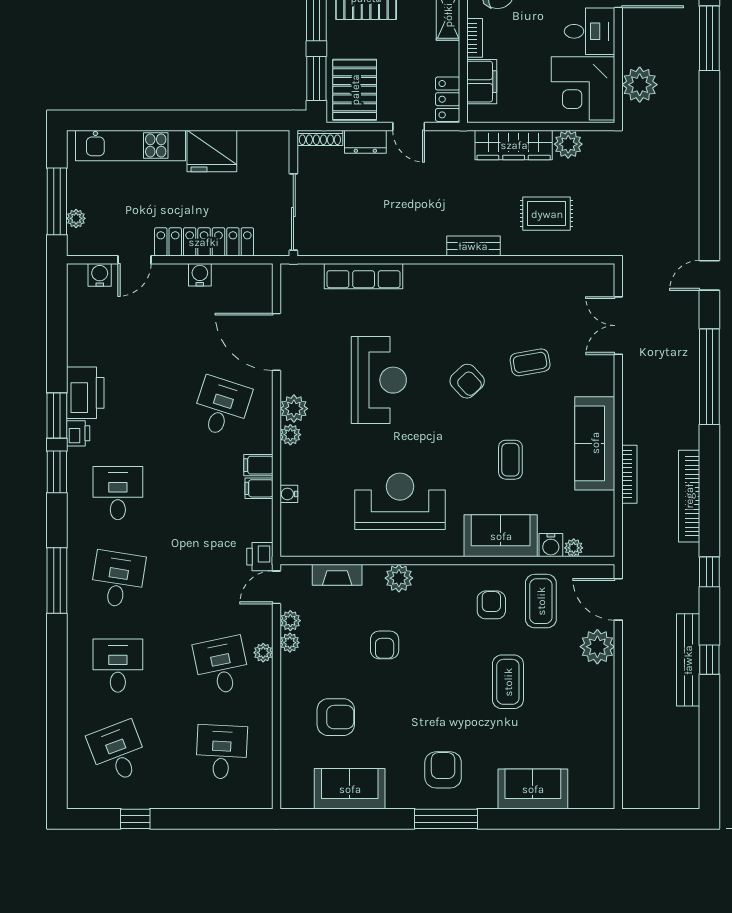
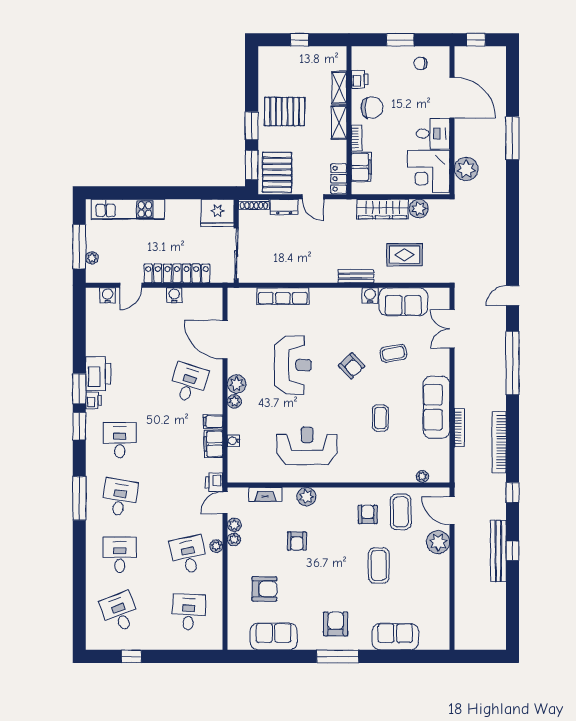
fridge: (212, 151) -> (218, 213), moved
filing cabinet: (259, 488) -> (213, 444), width x2.00
sofa: (501, 536) -> (403, 302), moved, turned 180
water cooler: (551, 545) -> (370, 295), moved, turned 180

